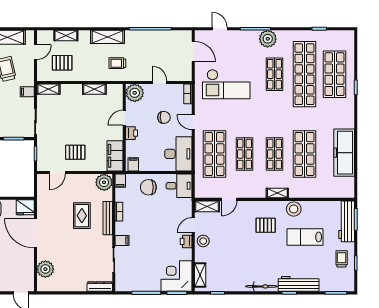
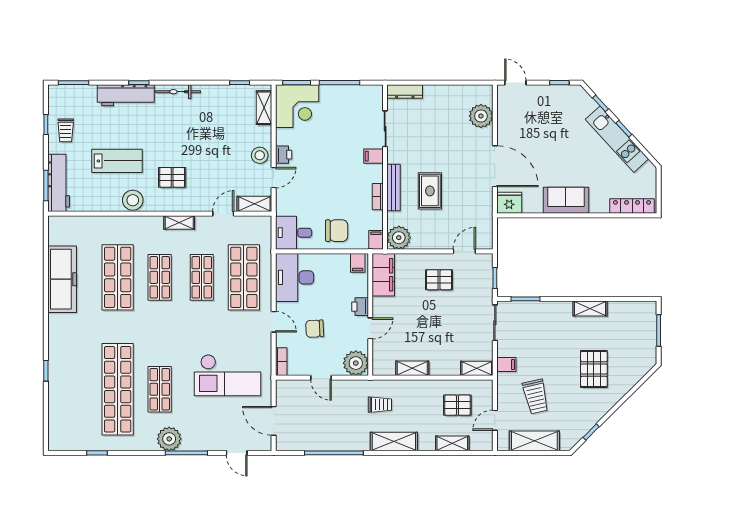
shop shelf: (335, 74) -> (76, 389), removed
checkout: (226, 84) -> (227, 375), turned 180
shelving: (277, 193) -> (179, 223), moved

